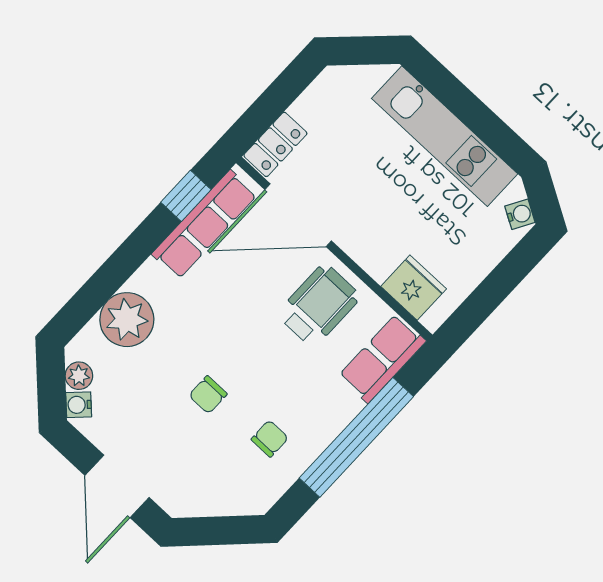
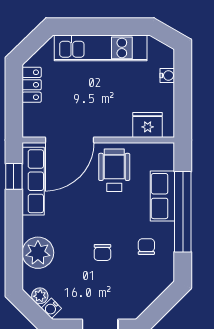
locker: (275, 144) -> (32, 85), moved
water cooler: (520, 214) -> (167, 75), moved, turned 60
row of seats: (382, 358) -> (162, 196), moved

